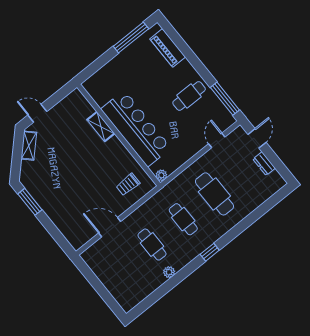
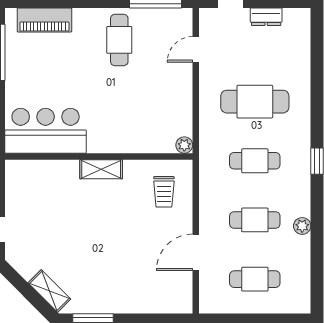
shelving: (101, 127) -> (101, 169), moved
bar counter: (136, 128) -> (46, 131), moved, width x0.73
door: (217, 140) -> (196, 49), hinge flipped
shelving: (29, 146) -> (49, 291), moved
cafe table: (121, 270) -> (255, 279), added

